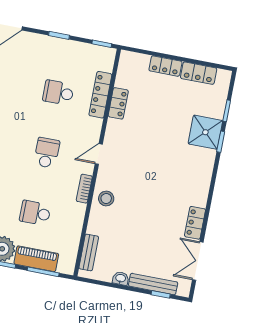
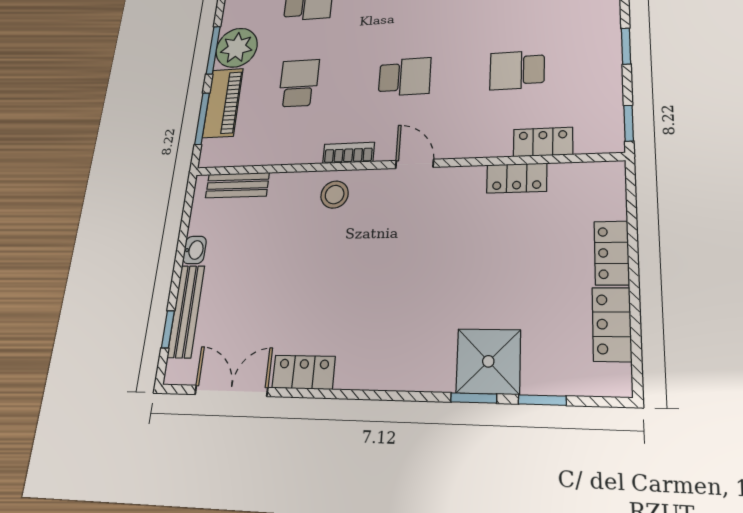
school desk: (58, 93) -> (517, 70), turned -90
locker: (100, 95) -> (543, 142), width x0.66

